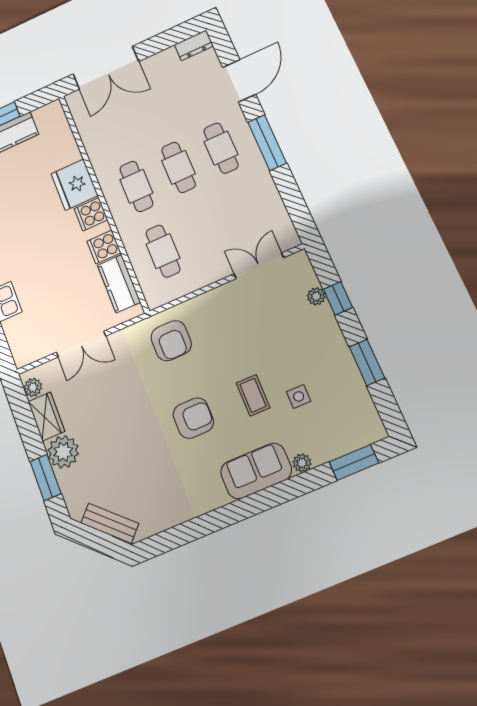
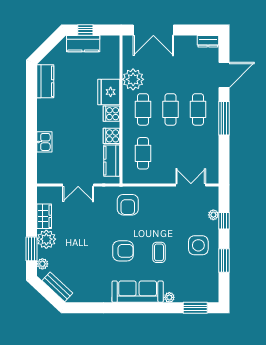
plant: (104, 150) -> (133, 79), added
plant: (33, 387) -> (42, 264), moved
side table: (299, 396) -> (198, 245), moved, width x1.87, depth x1.87
sofa: (256, 471) -> (138, 292), width x1.36

